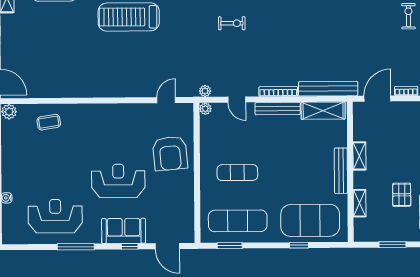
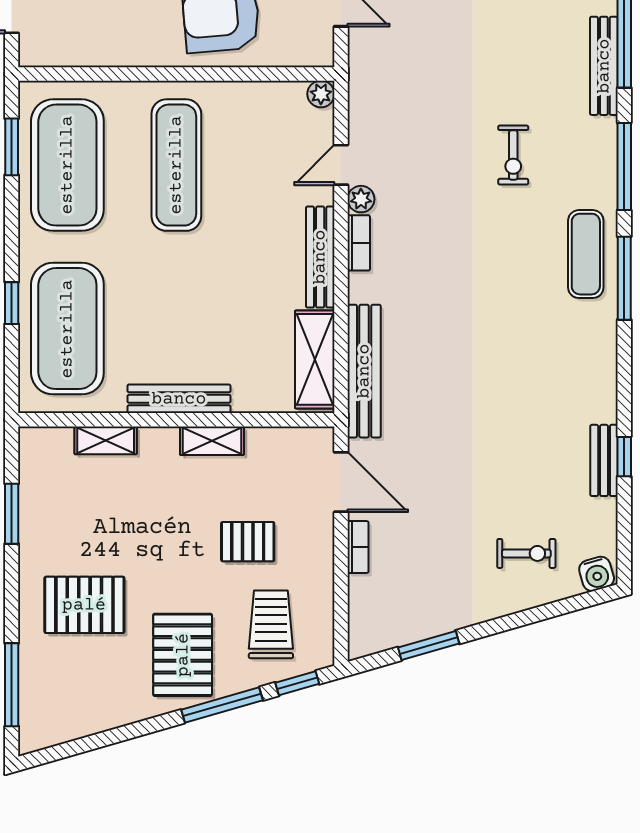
plant: (205, 91) -> (361, 199), moved
bookcase: (278, 91) -> (359, 243), width x0.64
exercise mat: (237, 173) -> (176, 165), width x1.36, depth x1.45
pallet: (402, 195) -> (248, 542), moved
exercise mat: (238, 221) -> (67, 165), width x1.47

